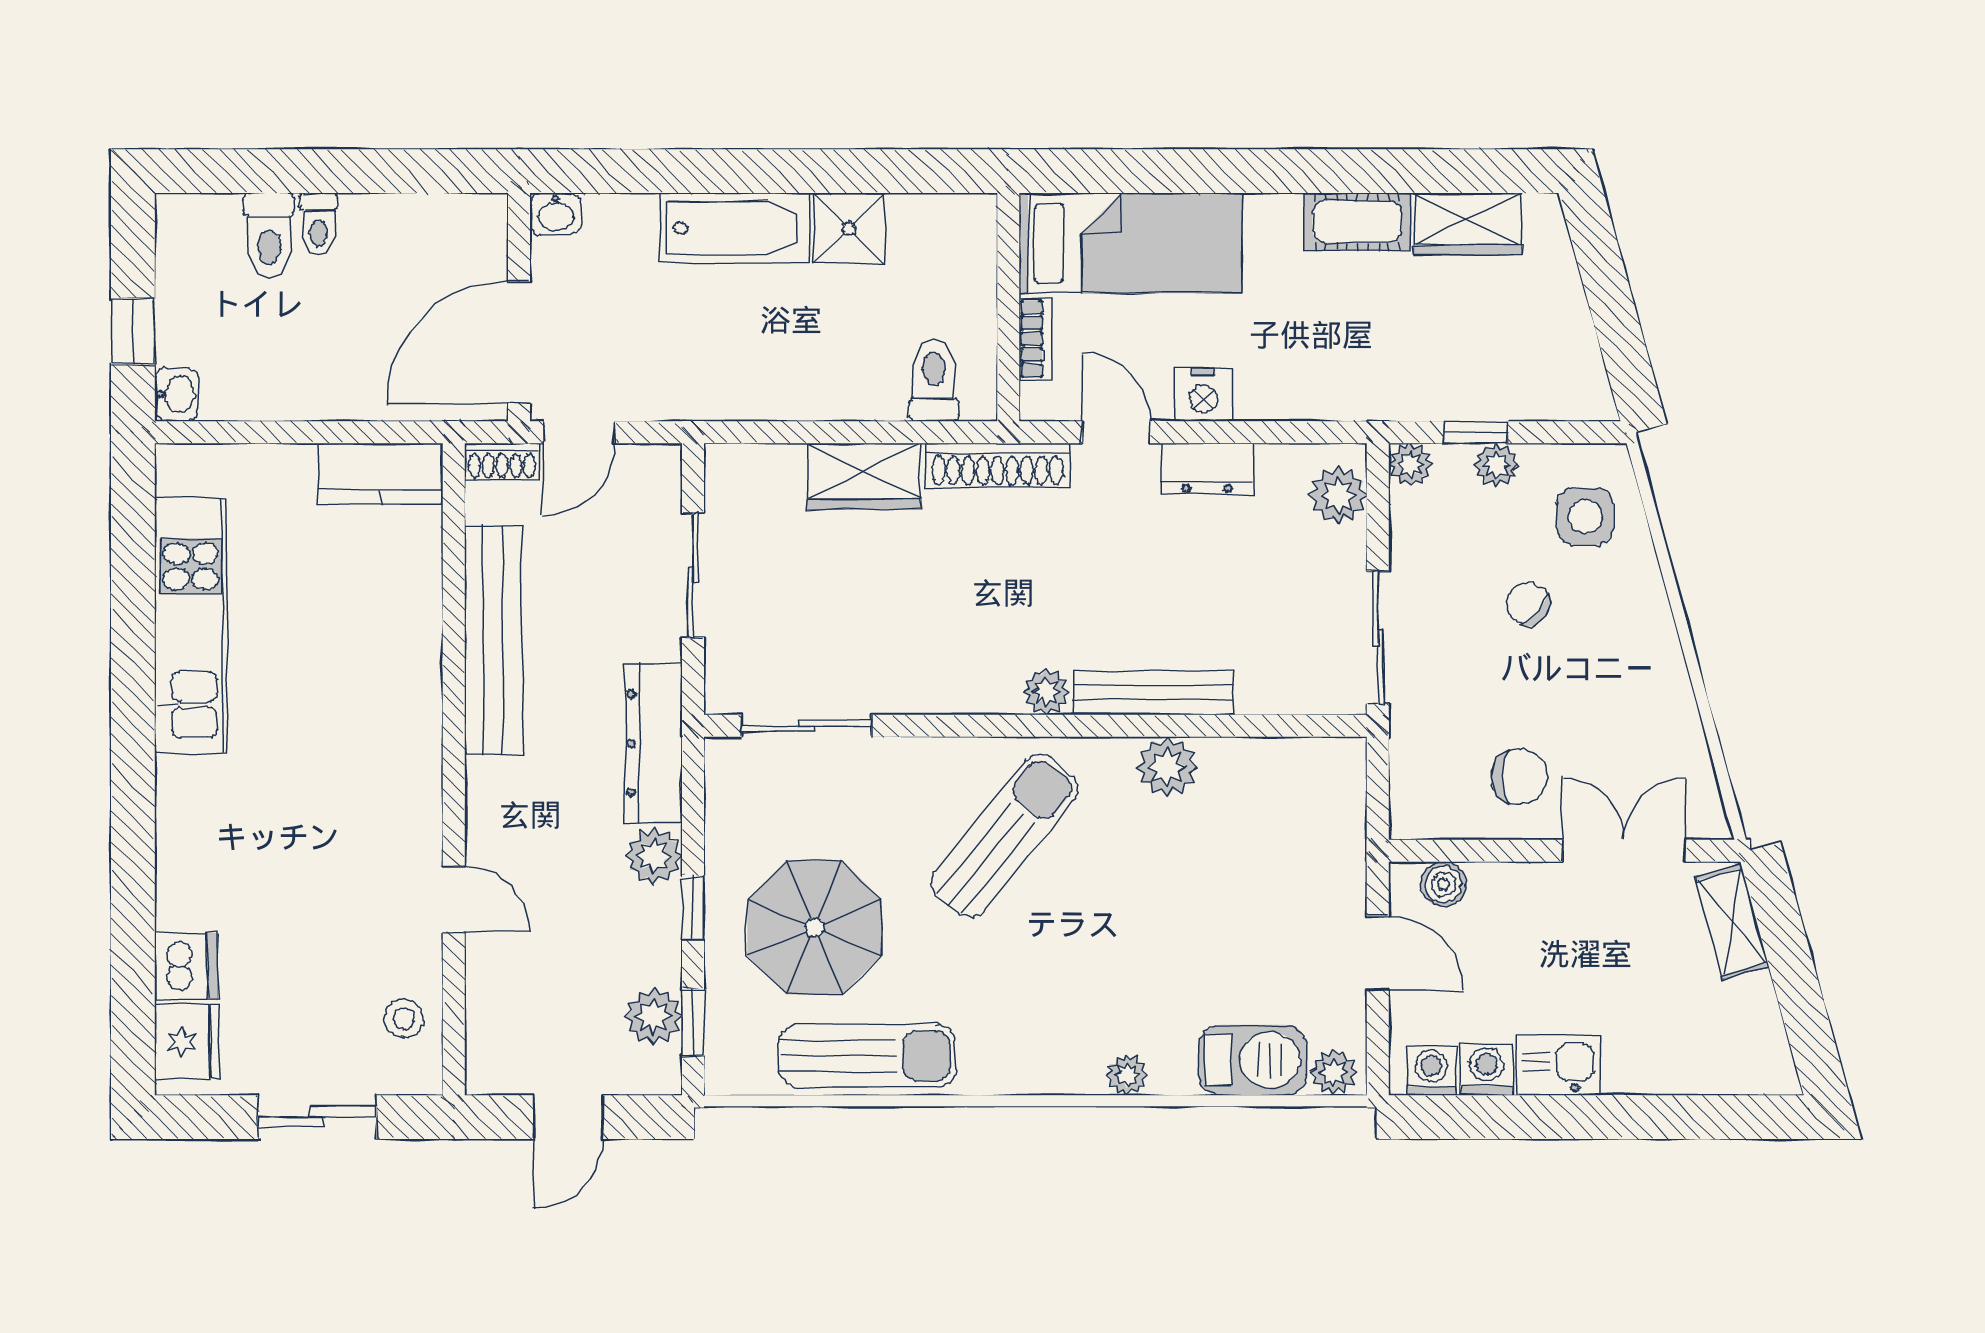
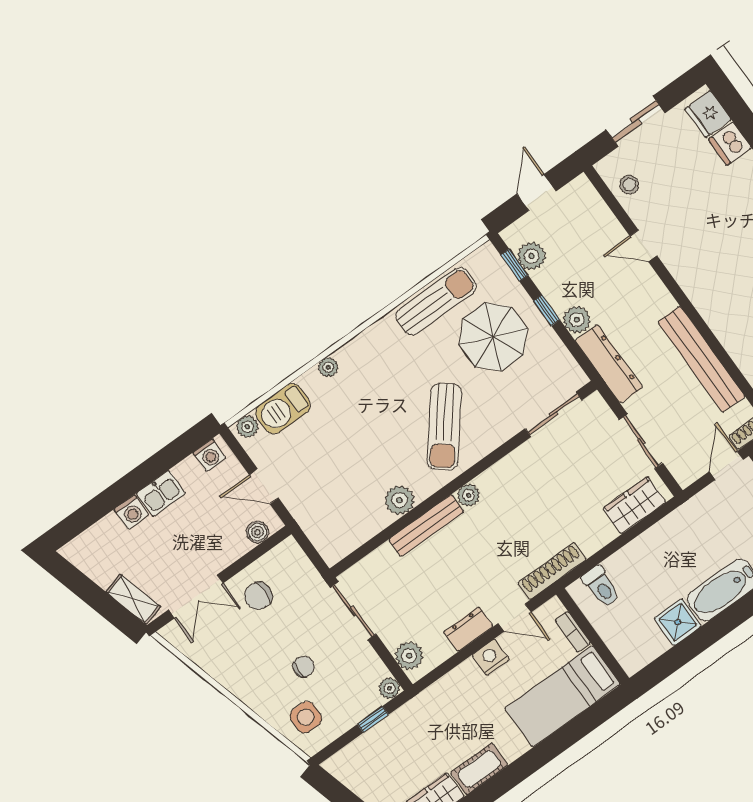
plant: (1496, 465) -> (355, 712), removed
wardrobe: (864, 476) -> (634, 505), moved
chair: (1528, 604) -> (304, 667), turned -39
sun lounger: (867, 1056) -> (436, 301), turned 180
washing machine: (1486, 1069) -> (131, 512), moved

